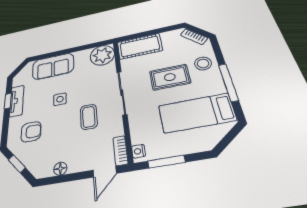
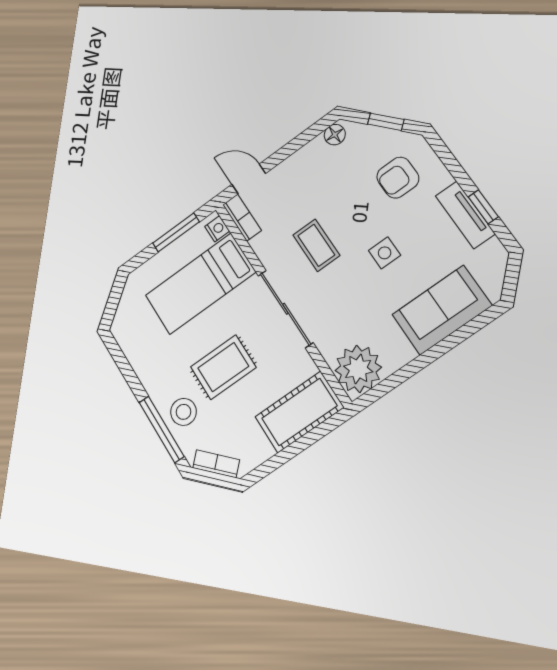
window: (228, 82) -> (161, 429), moved
bed: (196, 113) -> (200, 284), moved, turned 180
floor lamp: (60, 169) -> (335, 135), moved
door: (105, 172) -> (249, 179), hinge flipped

